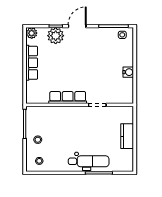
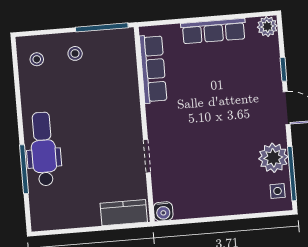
plant: (56, 36) -> (273, 158), moved
water cooler: (128, 72) -> (163, 211), moved
row of seats: (68, 98) -> (153, 69), moved
kitchen counter: (127, 136) -> (124, 213), moved
dental chair: (89, 161) -> (43, 149), turned 180

